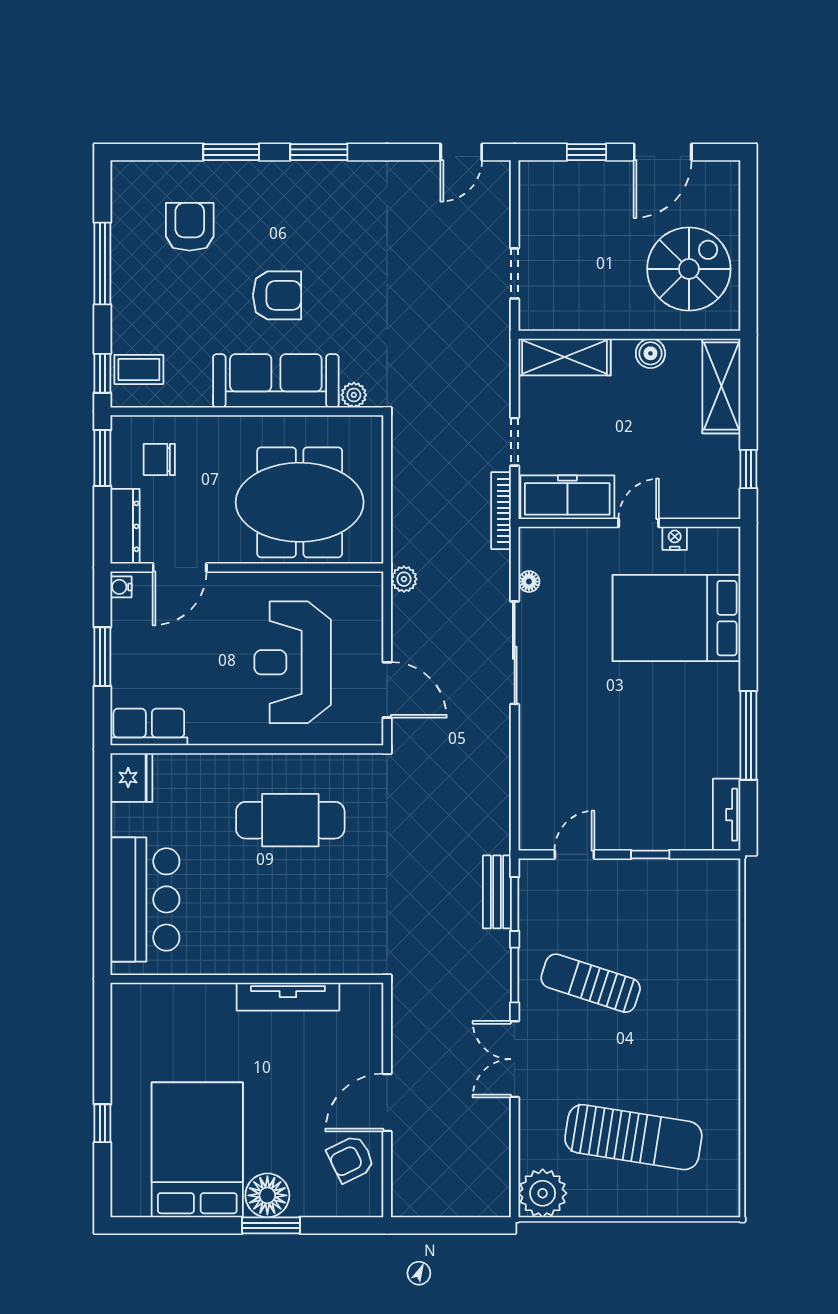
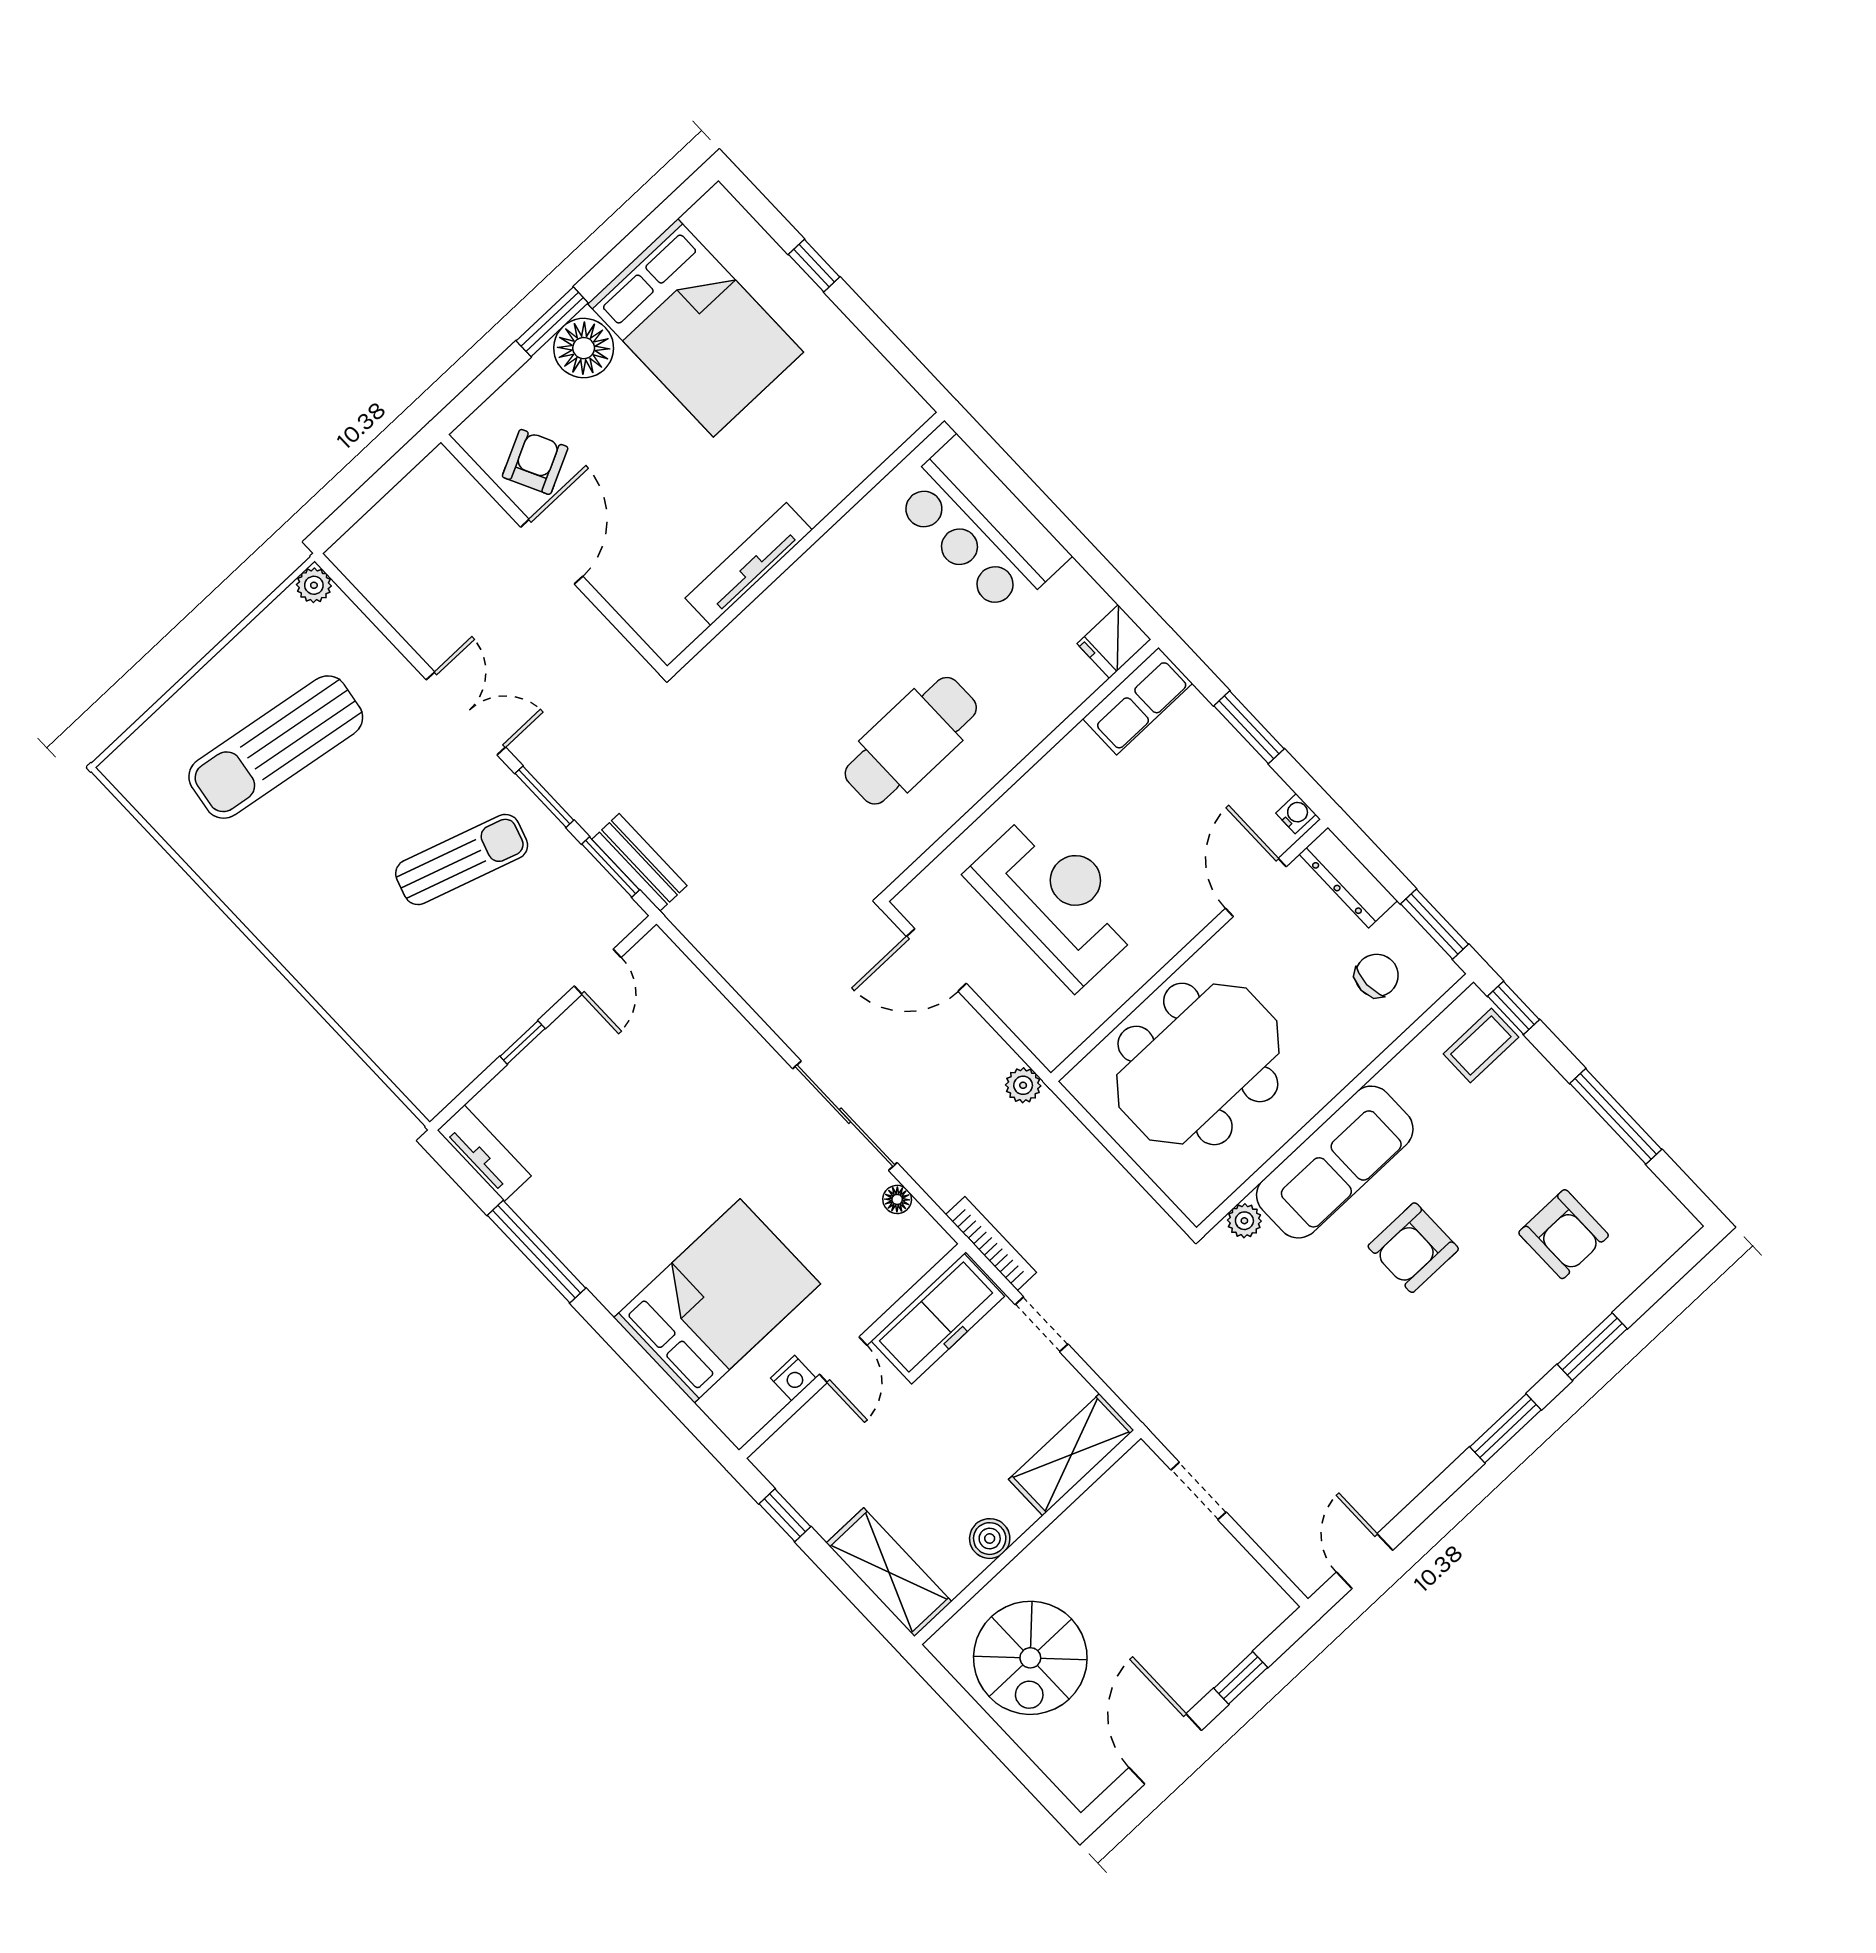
fridge: (131, 778) -> (1114, 642), width x0.72
plant: (543, 1193) -> (314, 585), width x0.53, depth x0.53

